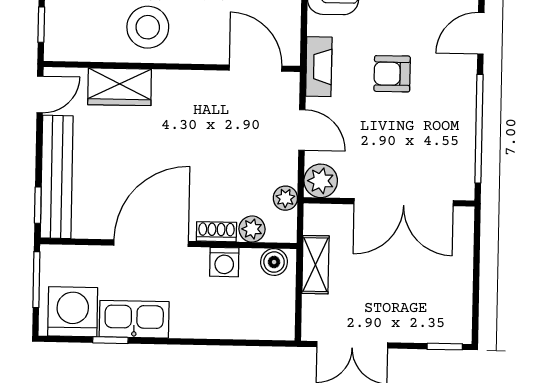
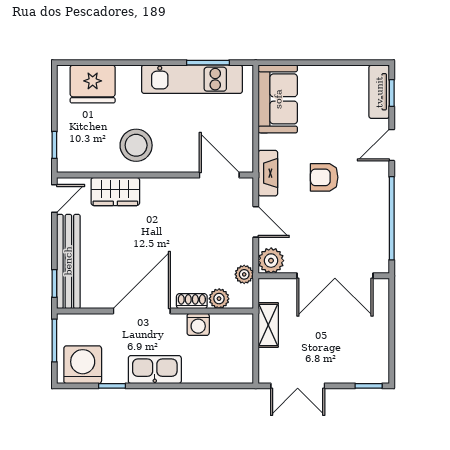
boiler: (274, 262) -> (236, 324), removed
kitchen sink: (134, 319) -> (155, 370), moved

